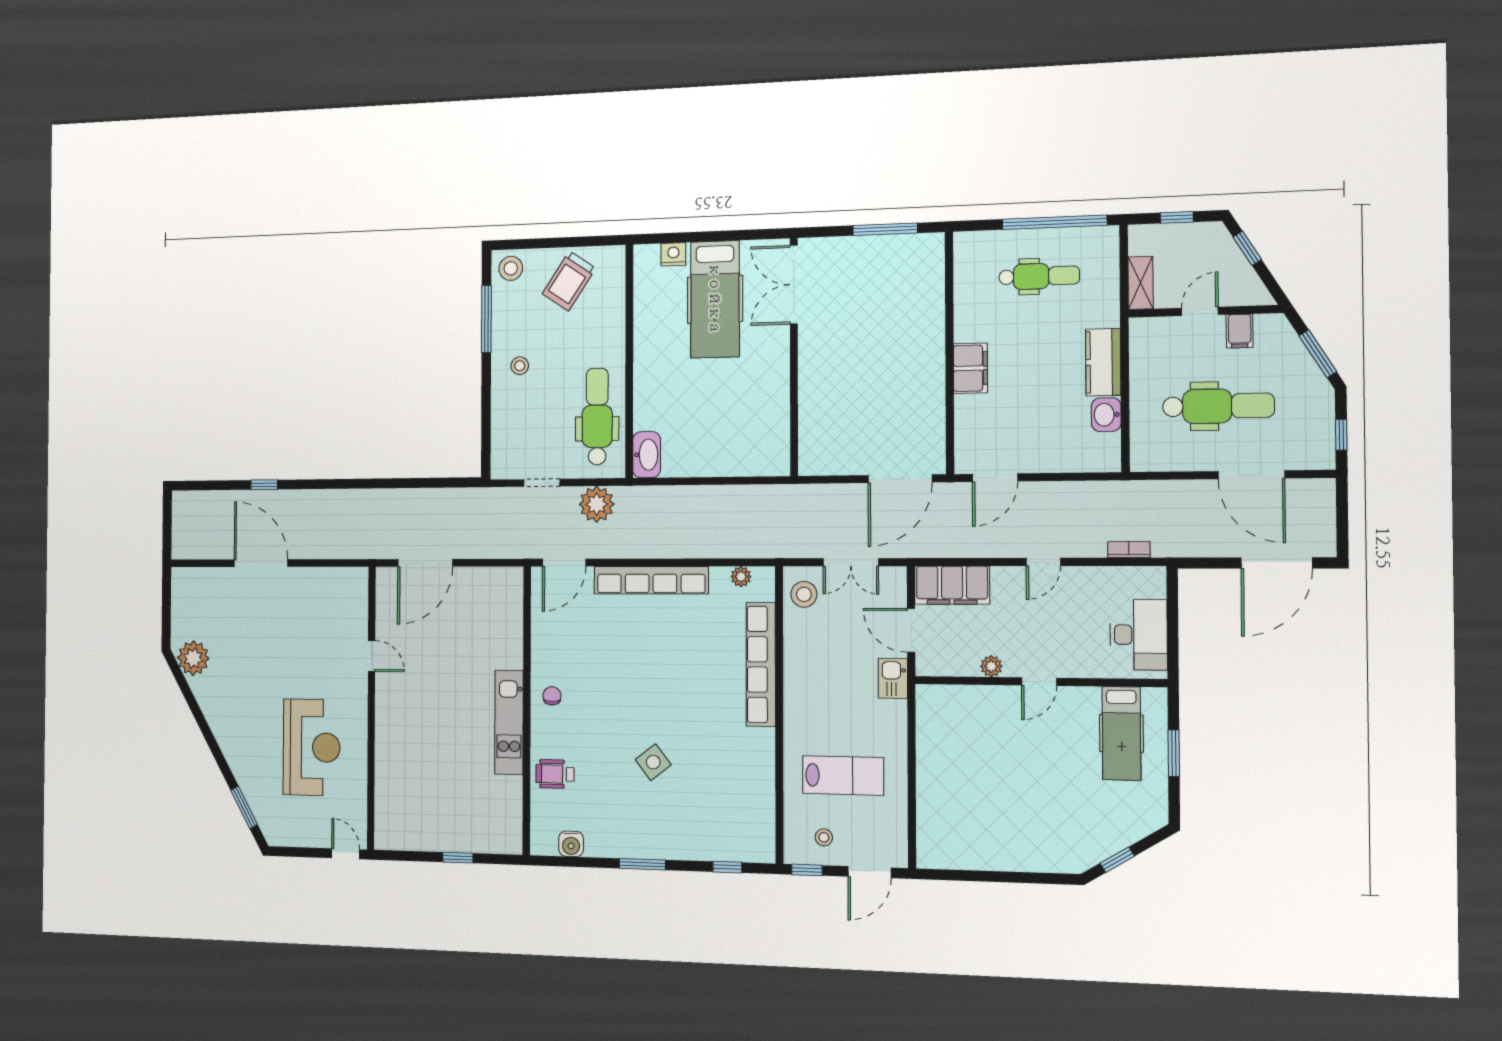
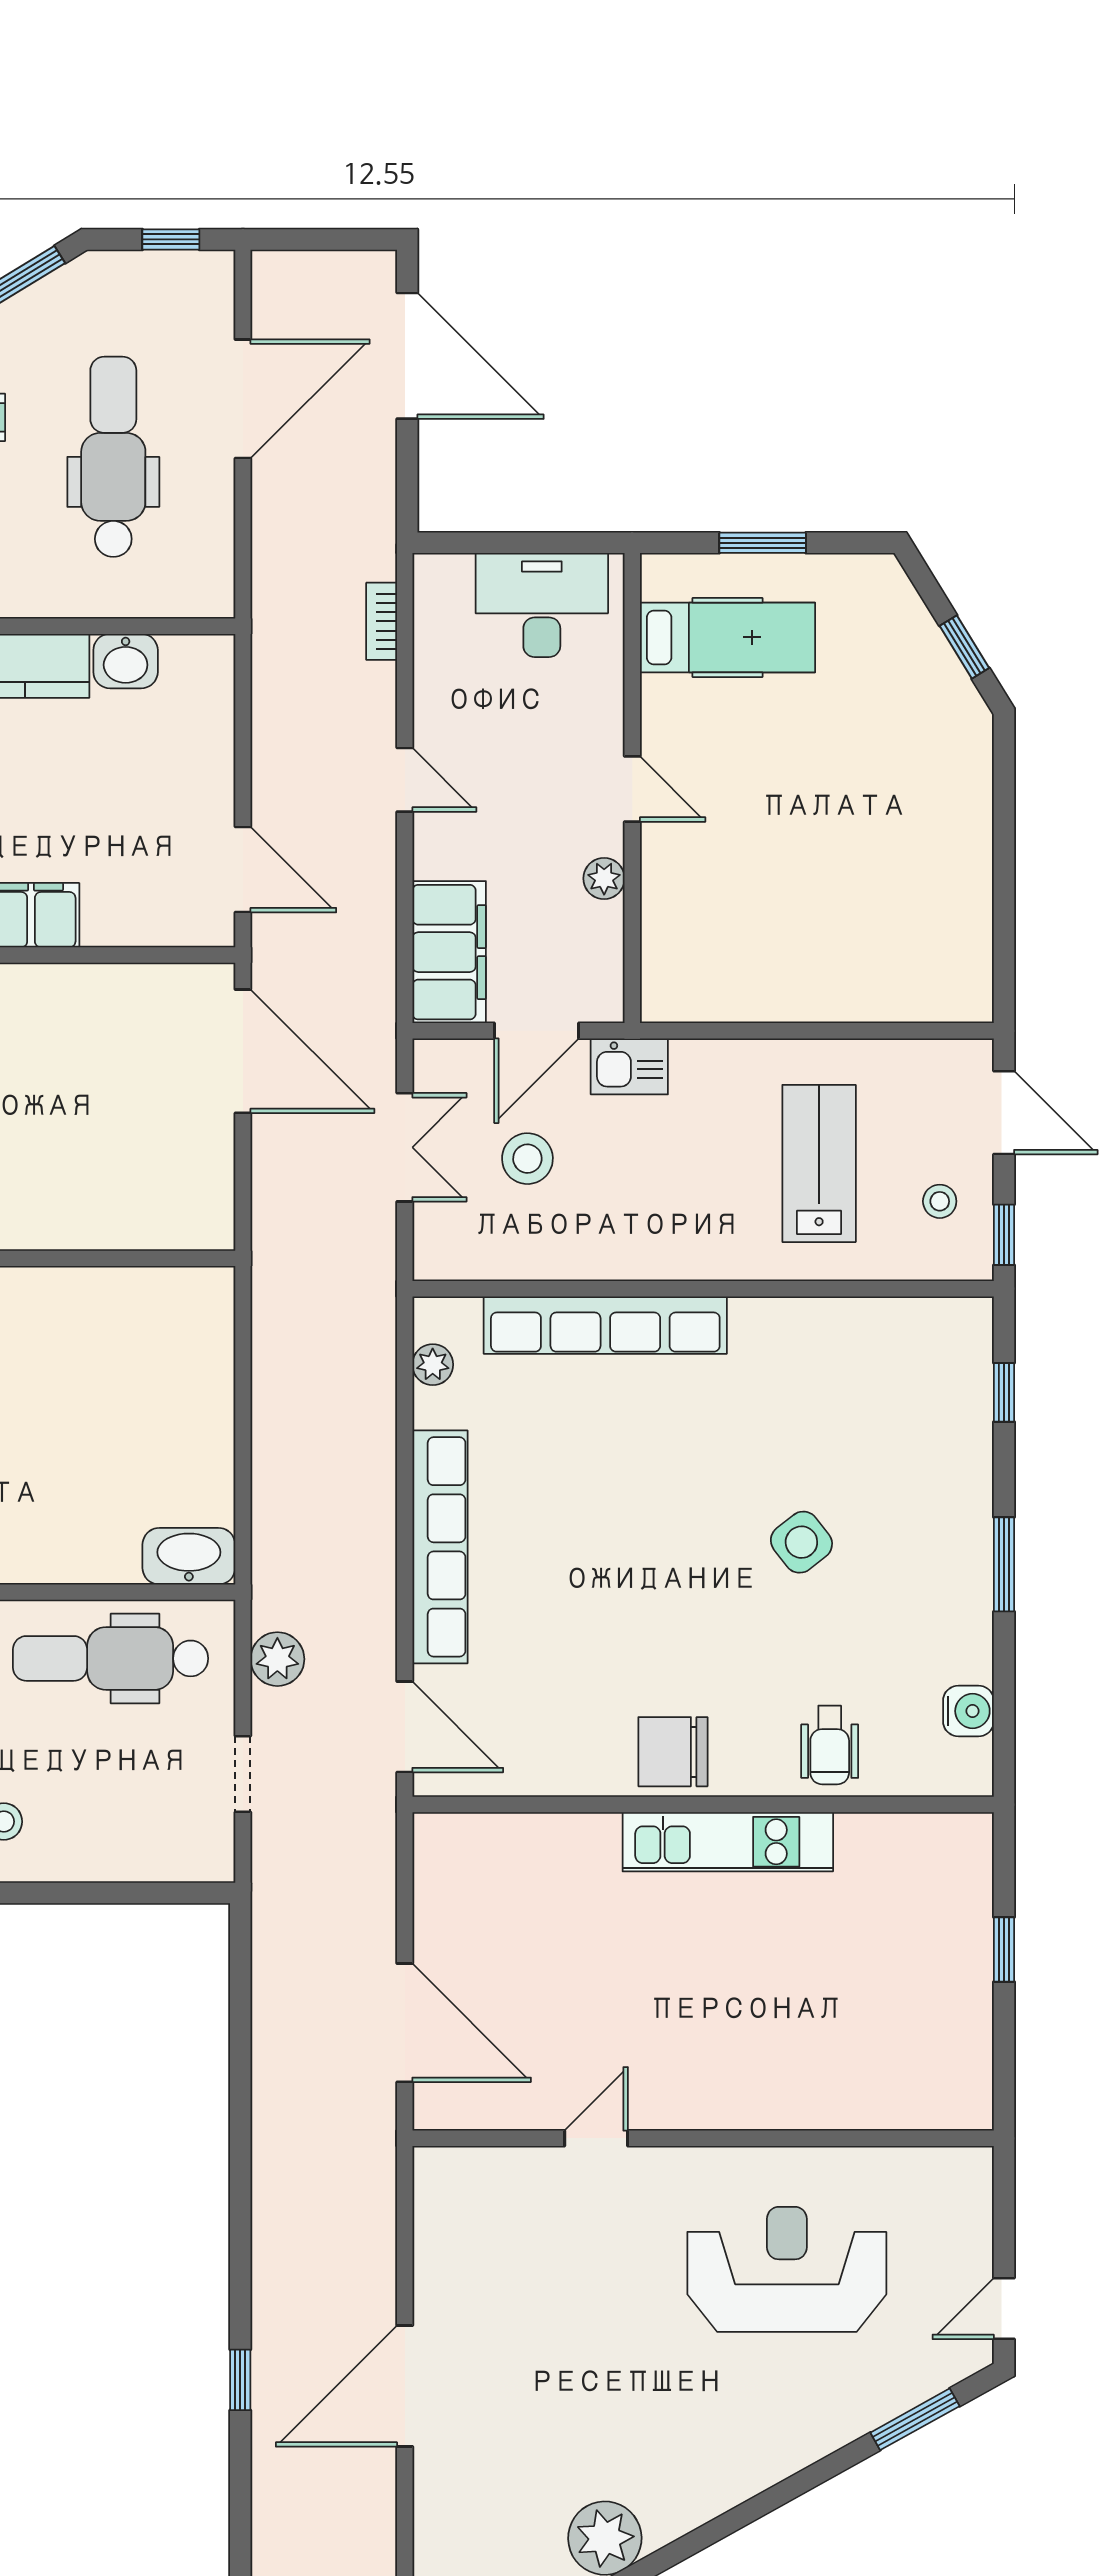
plant: (597, 504) -> (277, 1659), width x0.73, depth x0.73
stool: (804, 594) -> (527, 1159), moved
chair: (552, 696) -> (673, 1752), width x1.87, depth x1.87
door: (346, 854) -> (1004, 2309), moved

